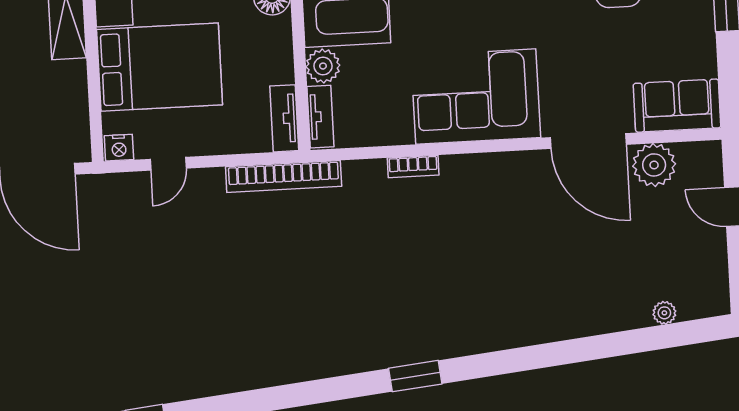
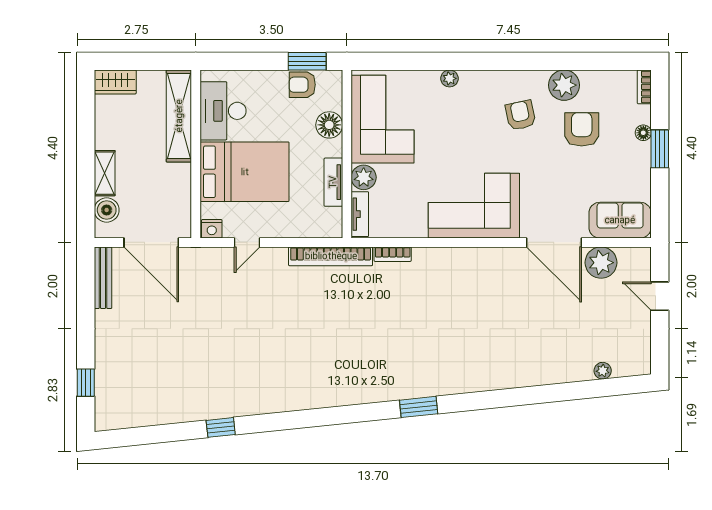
tv unit: (284, 118) -> (333, 182), moved
bookcase: (413, 167) -> (393, 254), moved

